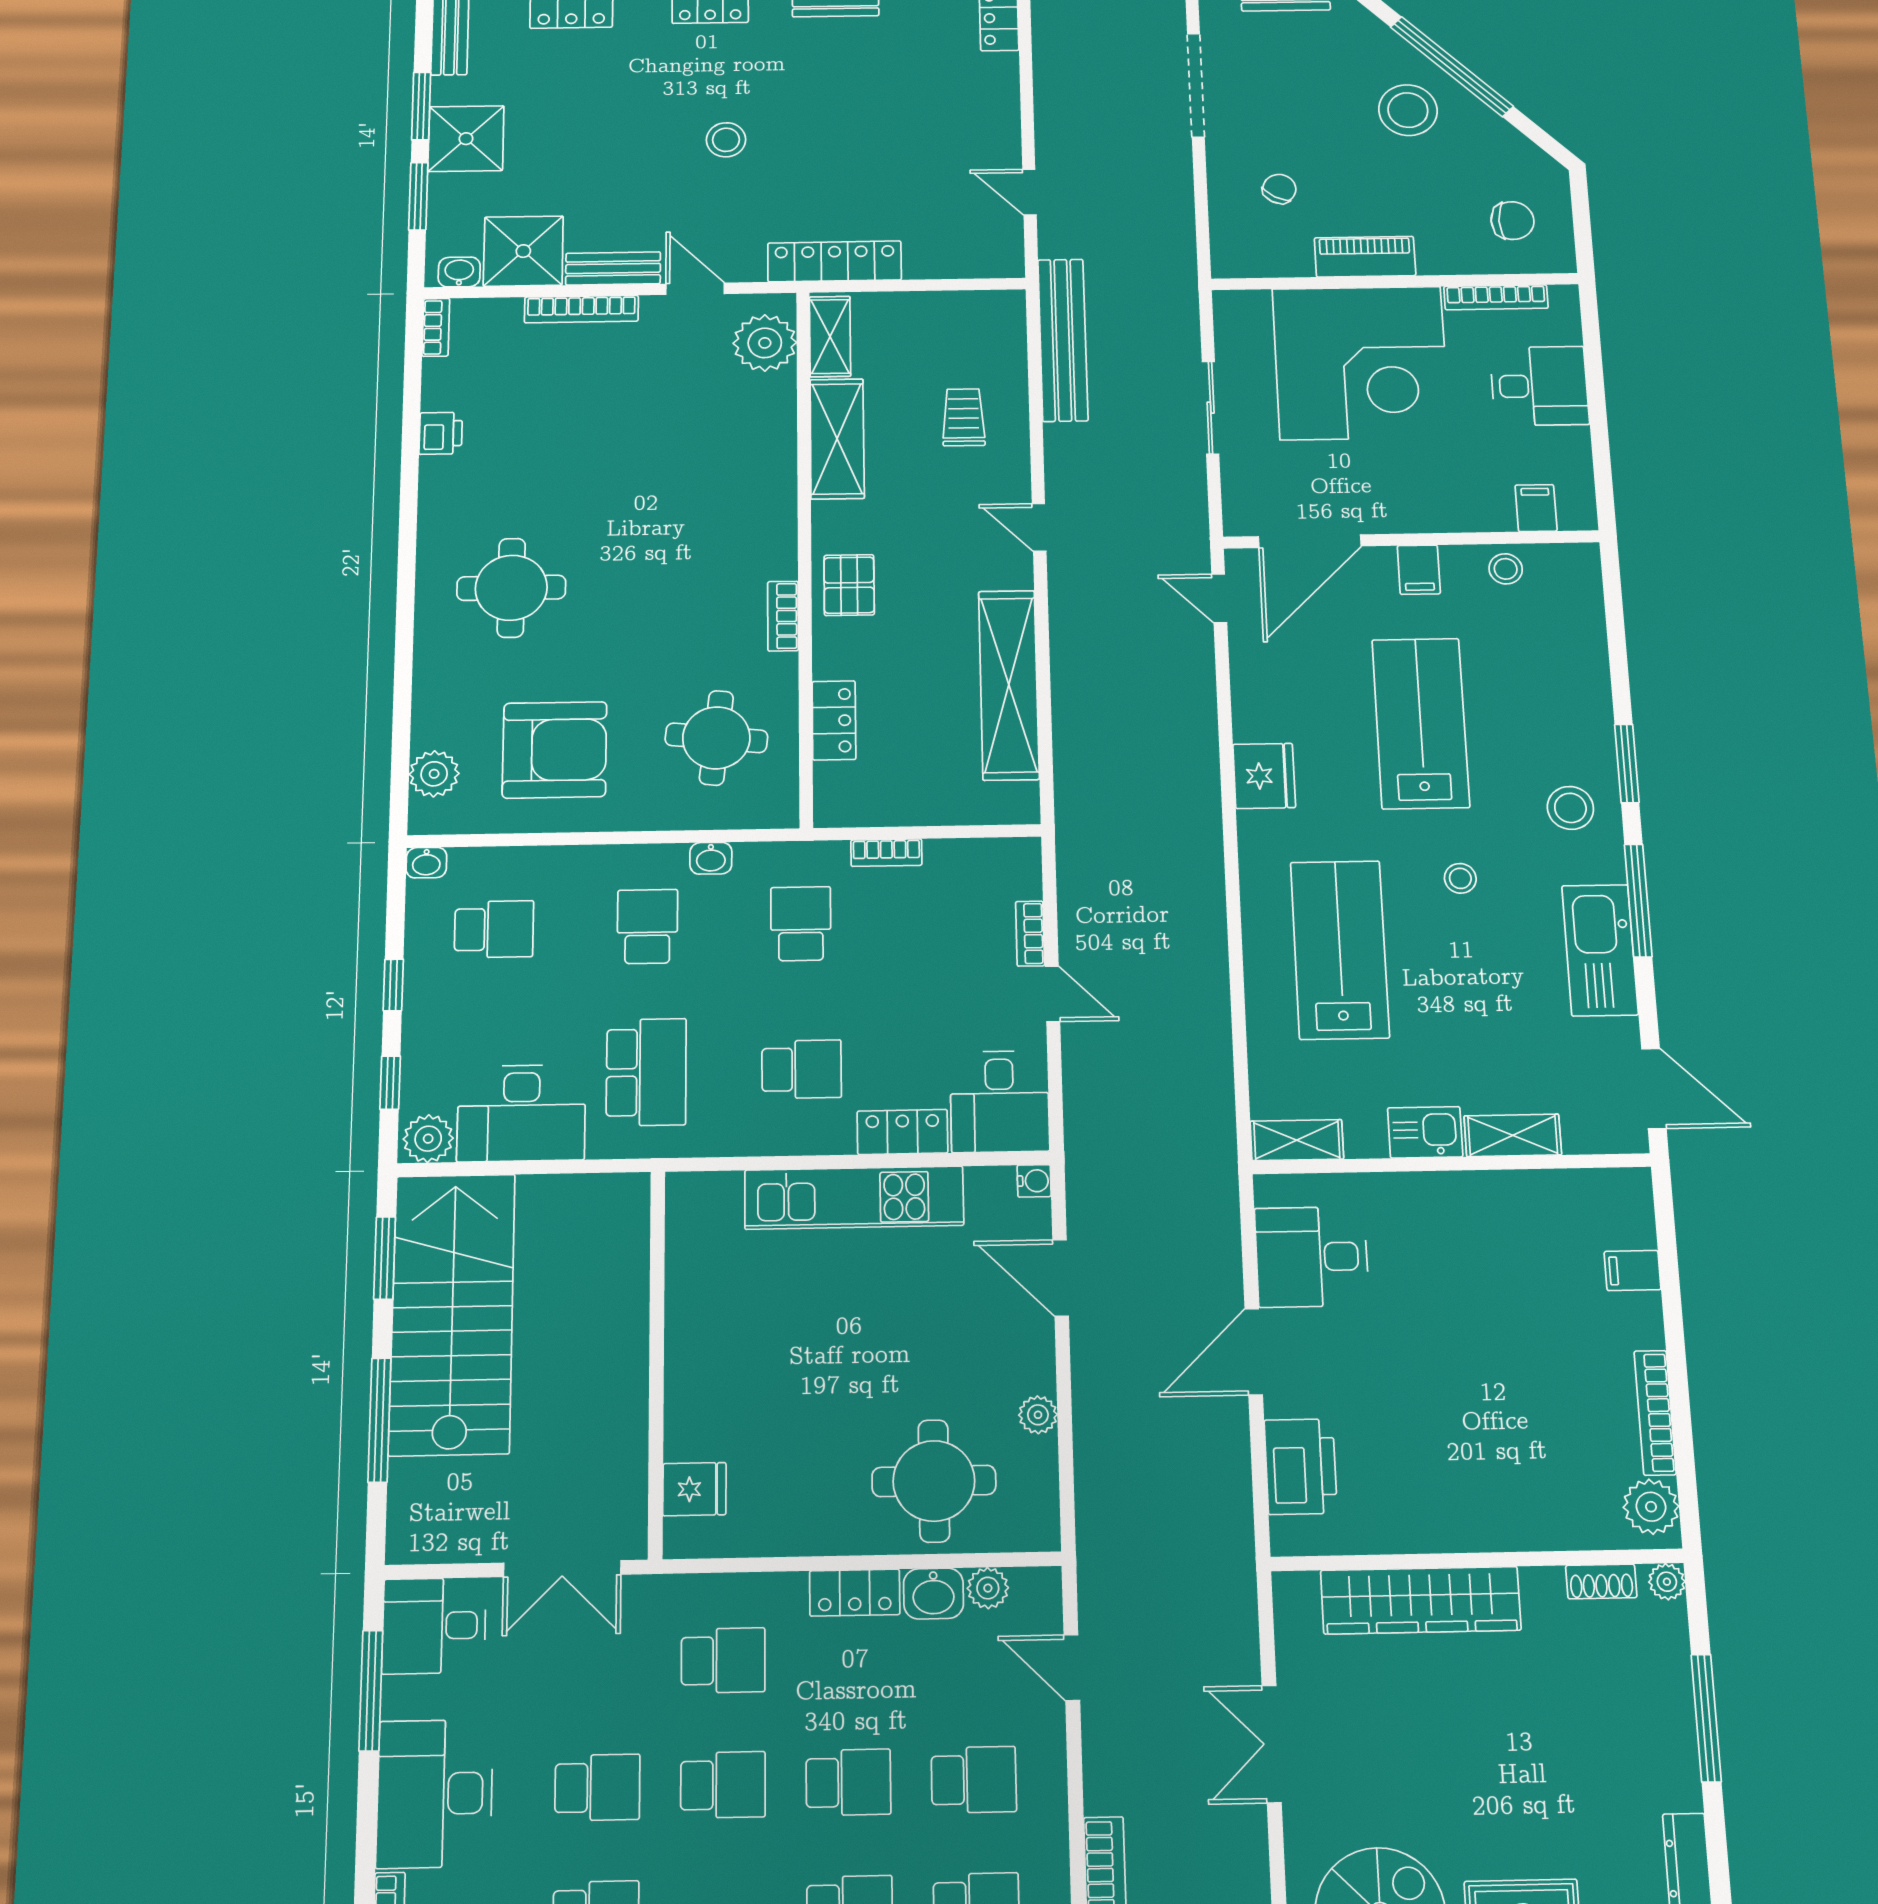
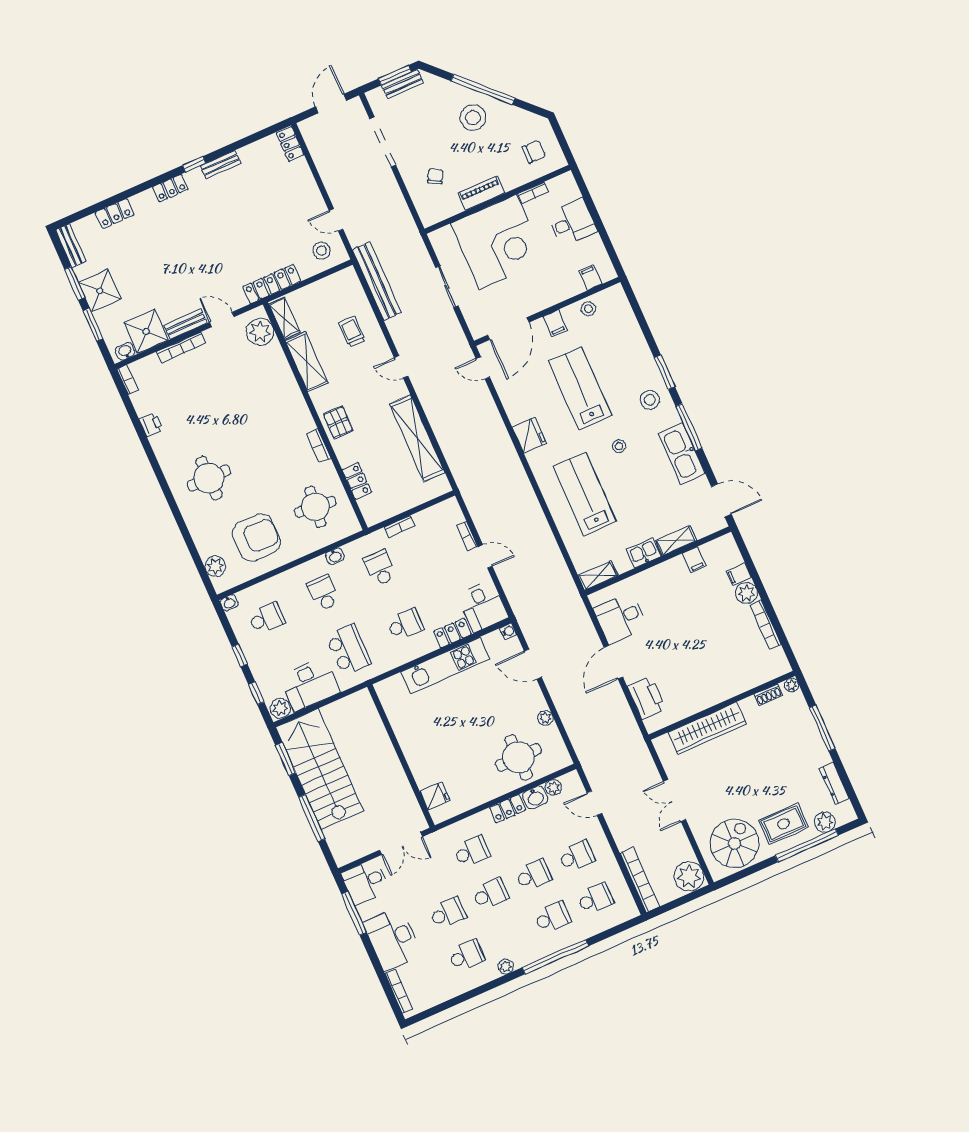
stool: (726, 140) -> (322, 251), moved
bookcase: (1496, 297) -> (533, 193), width x0.64
filing cabinet: (1539, 1195) -> (694, 560), added
plant: (1651, 1507) -> (747, 593), moved

